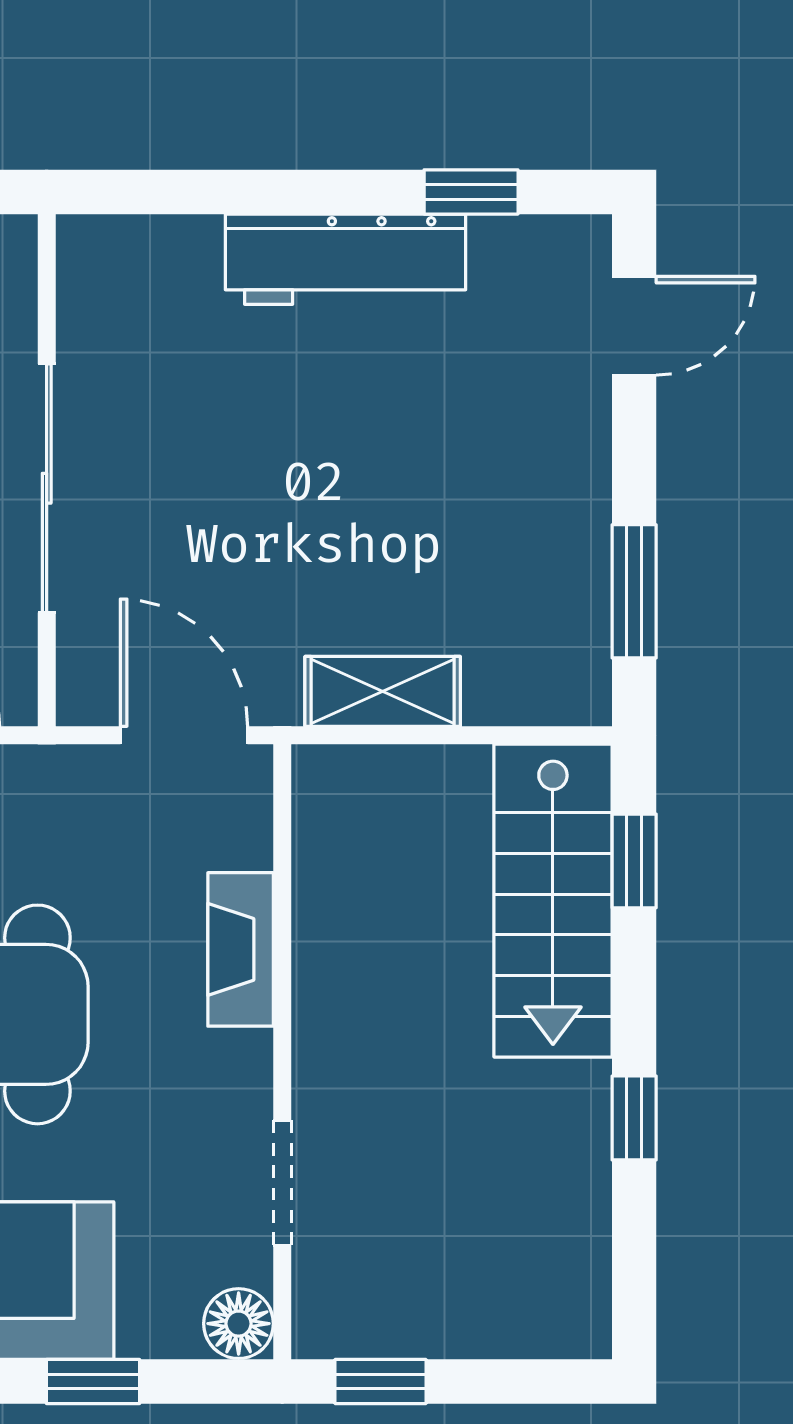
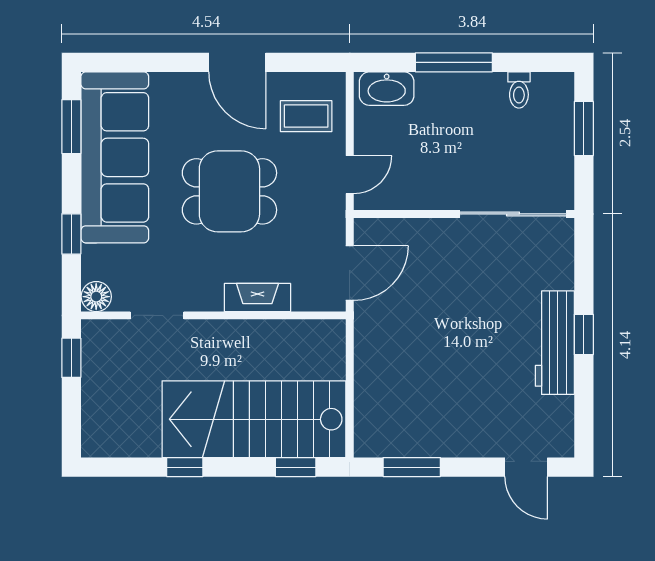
window: (471, 192) -> (584, 334), moved
sliding door: (47, 488) -> (513, 214), moved
shelving: (383, 691) -> (369, 359), removed
stairs: (553, 901) -> (254, 419), width x1.36, depth x1.51

